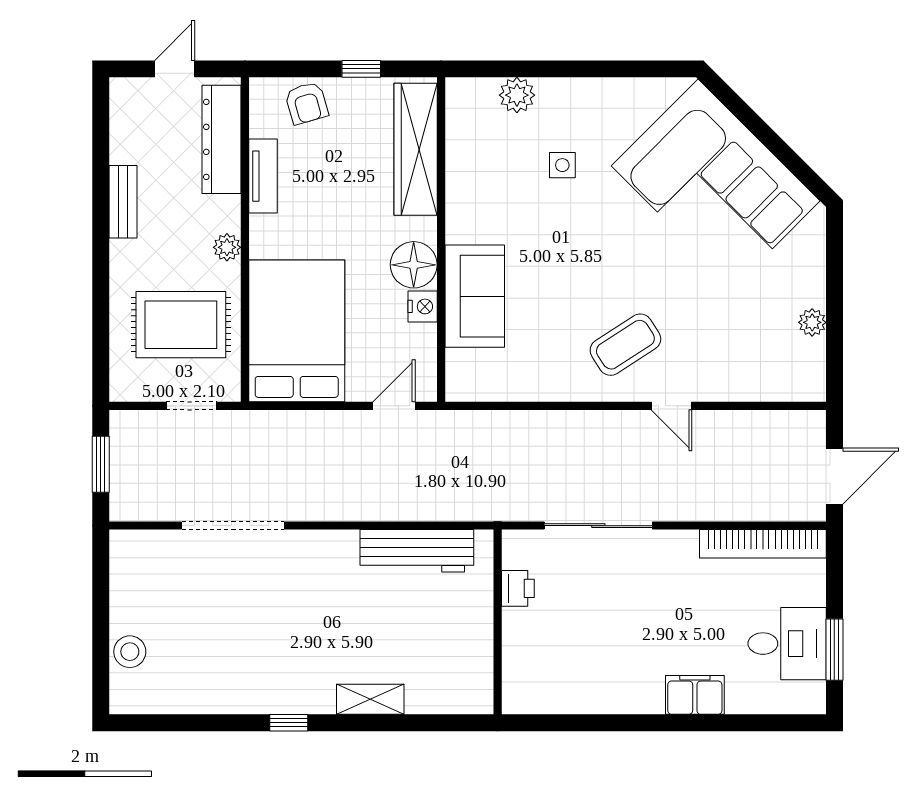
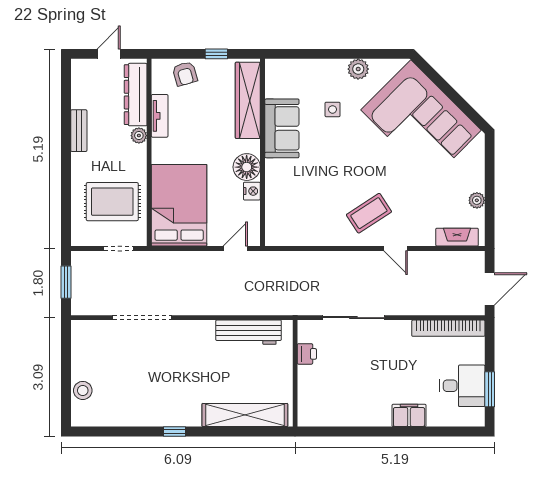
plant: (517, 95) -> (358, 69), moved
plant: (227, 247) -> (139, 136), moved
sofa: (475, 296) -> (282, 128), moved
fireplace: (778, 386) -> (457, 237), added
shelving: (370, 699) -> (245, 415), width x2.20, depth x1.33

